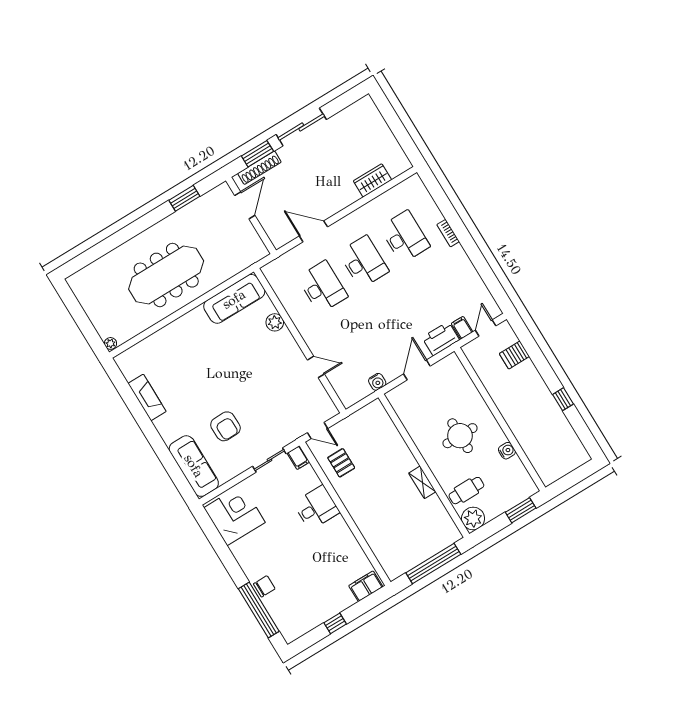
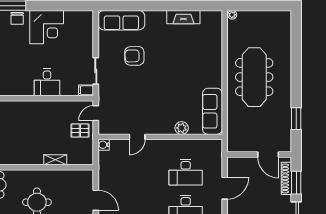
water cooler: (377, 382) -> (104, 145), moved
pallet: (341, 463) -> (80, 131), moved
shelving: (422, 482) -> (55, 160), moved
corner desk: (235, 515) -> (47, 27), moved

